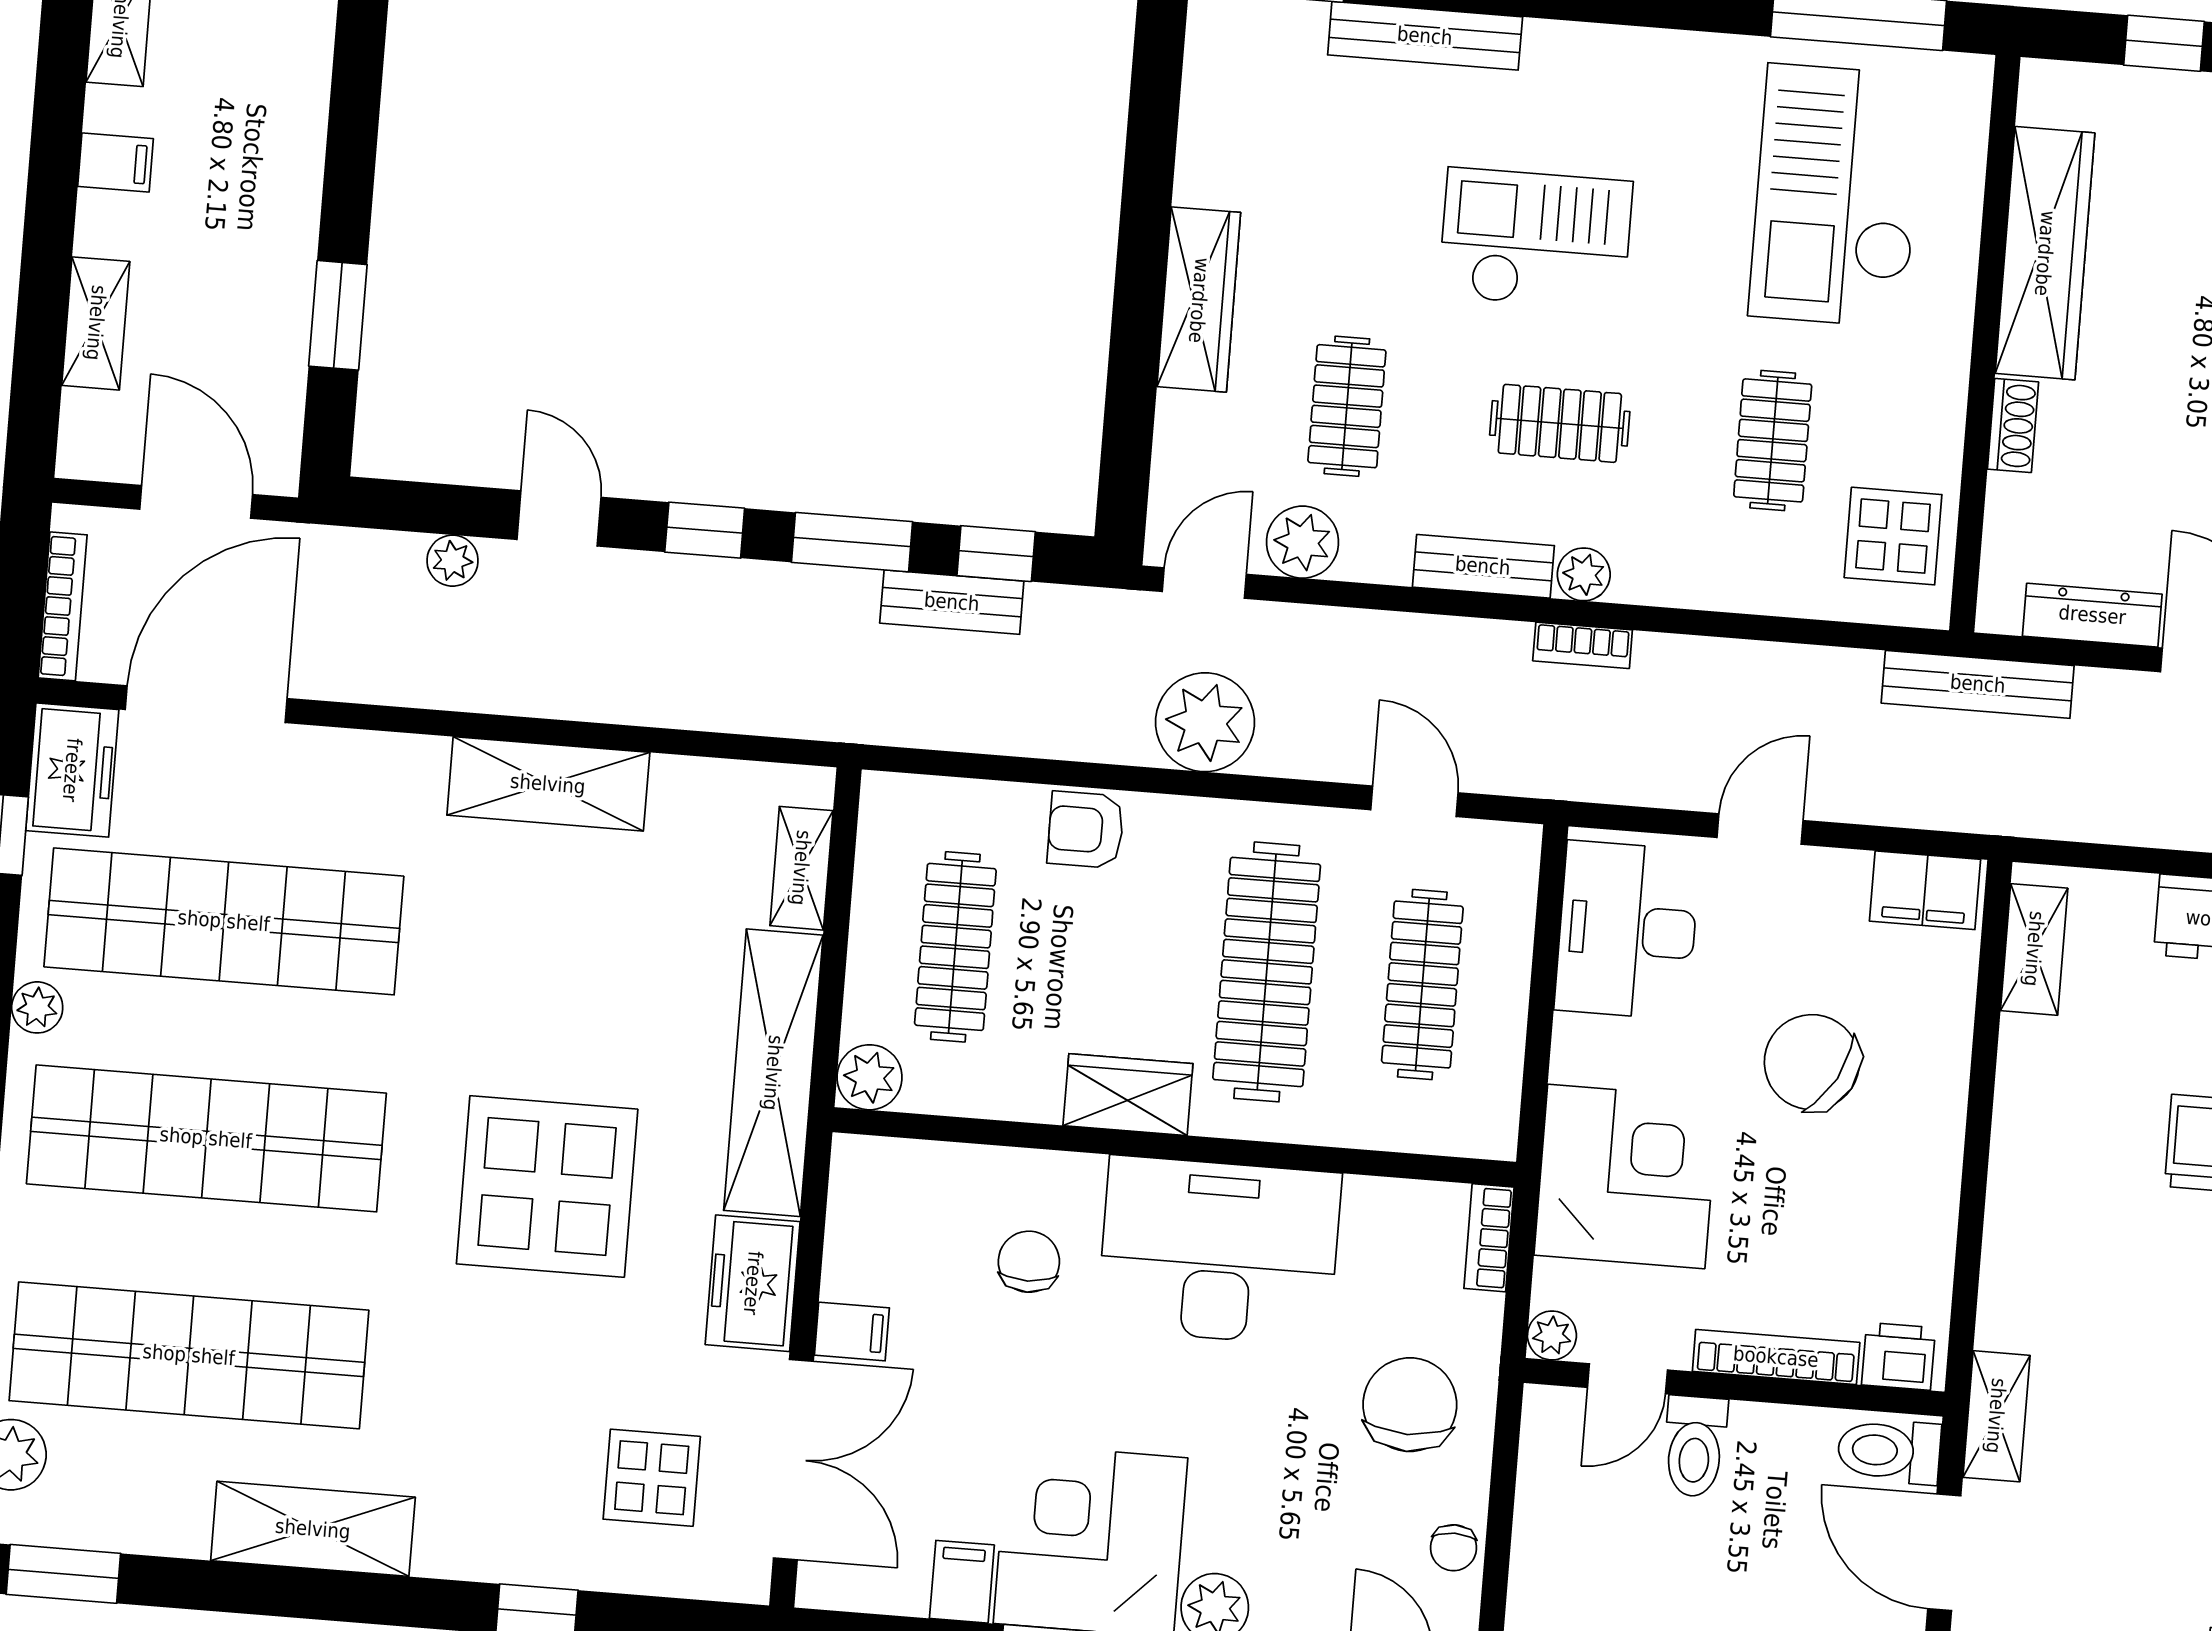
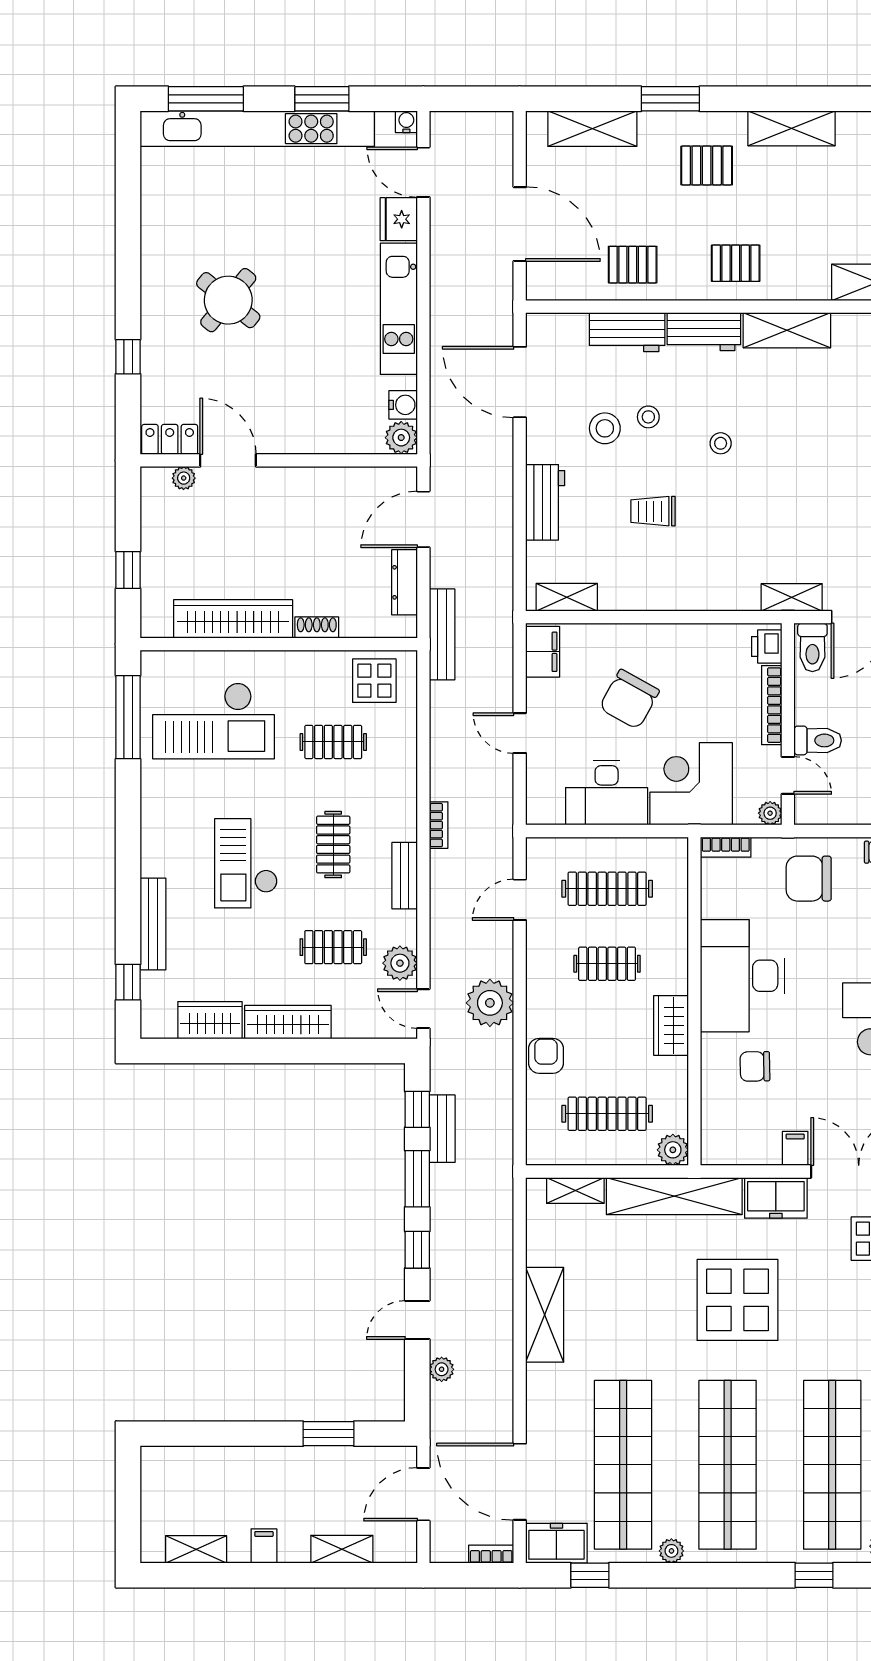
wardrobe: (1216, 138) -> (210, 1020), added
plant: (1584, 574) -> (405, 827), removed
bookcase: (63, 606) -> (491, 1554), width x0.64
armchair: (1086, 830) -> (546, 1056), turned 180
desk: (1627, 930) -> (607, 793), moved
clothes rail: (1267, 972) -> (607, 964), width x0.54, depth x0.76

